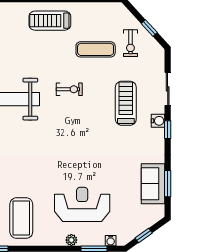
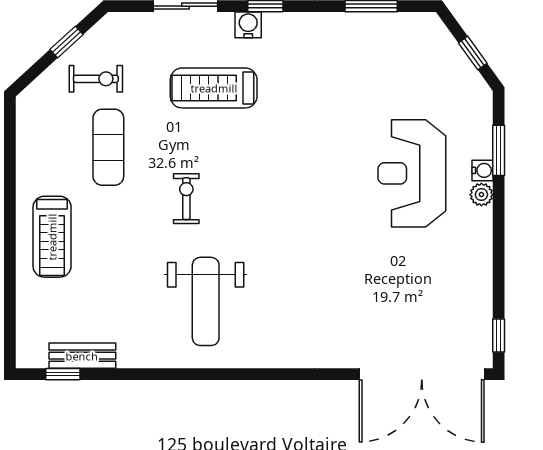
sofa: (153, 184) -> (371, 35), removed
coffee table: (21, 218) -> (438, 293), removed
water cooler: (111, 241) -> (483, 170), moved

